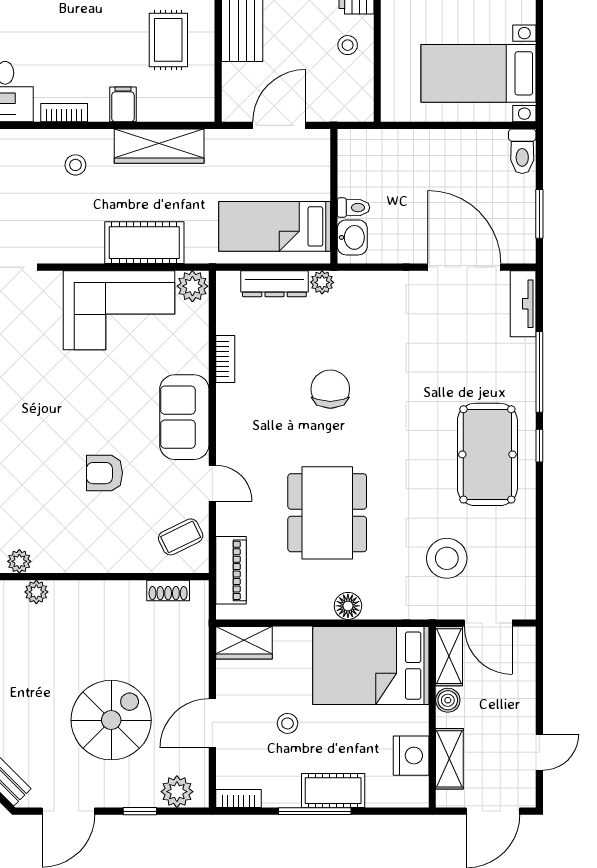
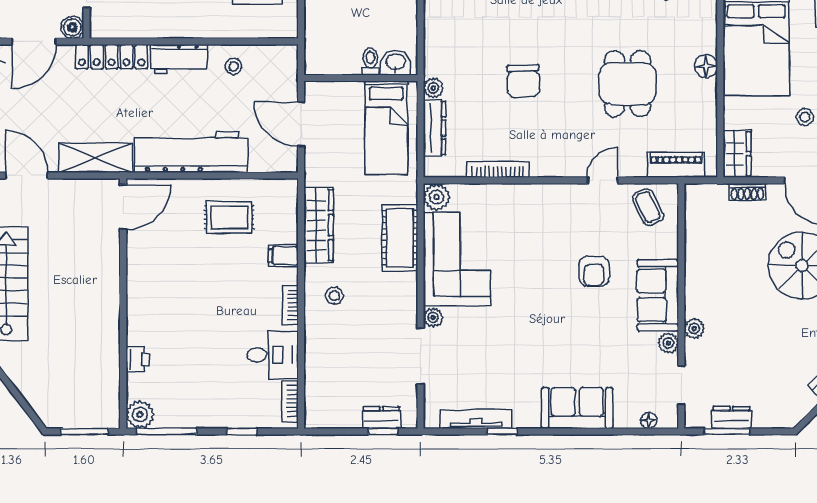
plant: (50, 282) -> (433, 317), added
bookcase: (225, 359) -> (498, 169), width x1.56
chair: (330, 389) -> (523, 81), turned -92
sofa: (184, 417) -> (658, 295), moved, turned 90
dining table: (327, 513) -> (627, 84), width x0.73
shoe rack: (168, 590) -> (747, 192), moved, turned 90

